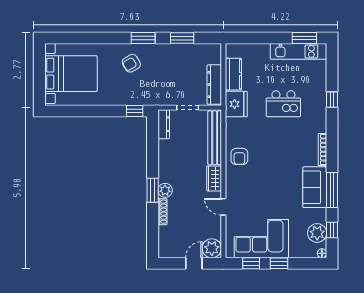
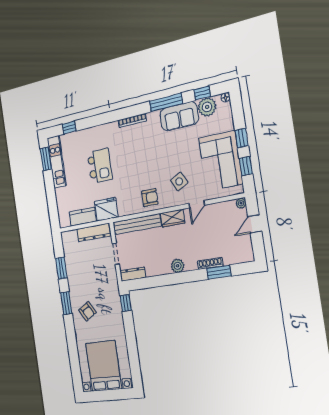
window: (332, 100) -> (69, 128), moved
sofa: (315, 187) -> (179, 116), moved
window: (153, 190) -> (219, 272), moved
plant: (165, 190) -> (178, 266), moved
side table: (250, 192) -> (179, 181), added
plant: (212, 248) -> (241, 203), width x0.53, depth x0.53
door: (194, 263) -> (255, 224), hinge flipped

